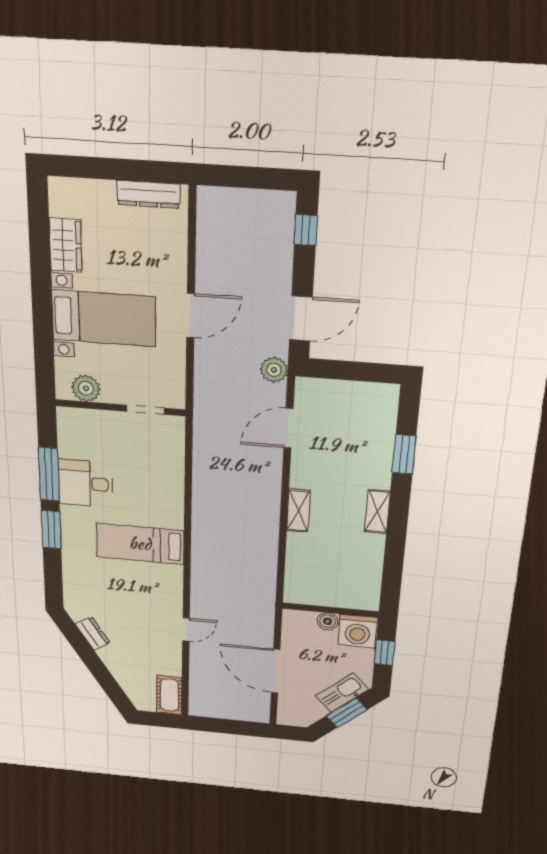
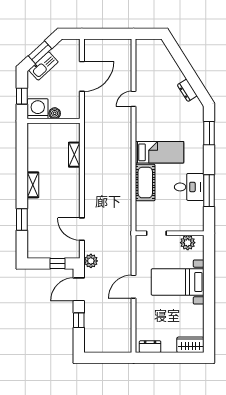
dresser: (149, 194) -> (150, 347), width x0.70
window: (306, 230) -> (79, 320), moved
wardrobe: (65, 245) -> (190, 345), moved, turned 90
window: (340, 370) -> (58, 264), added
door: (288, 428) -> (82, 229), swing flipped
shelving: (298, 511) -> (74, 155), moved
window: (51, 530) -> (209, 133), moved
door: (276, 671) -> (82, 76), hinge flipped
cot: (169, 695) -> (145, 183), moved, width x1.37, depth x1.34

